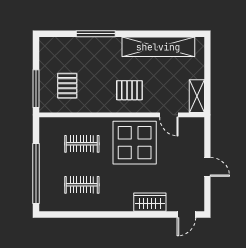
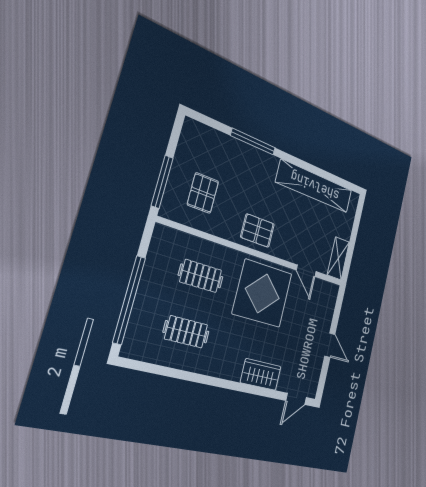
pallet: (129, 90) -> (258, 231), moved

